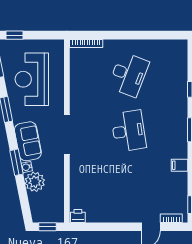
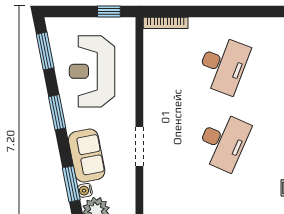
window: (15, 35) -> (109, 12), moved
desk: (129, 131) -> (223, 141), turned 33
doorway: (67, 135) -> (139, 147), width x0.73

